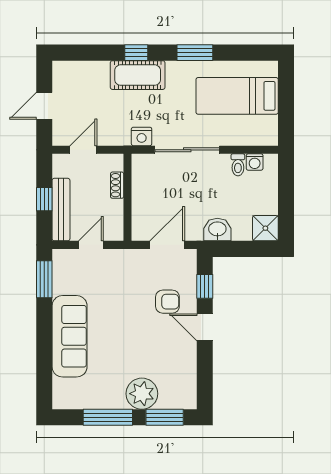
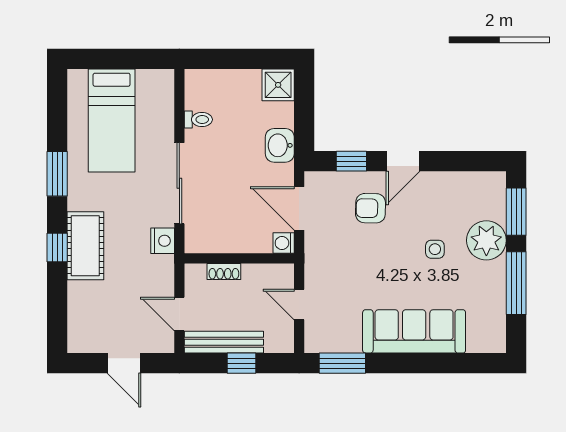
washing machine: (255, 162) -> (284, 243), moved, turned 180
bench: (61, 210) -> (224, 342), moved
armchair: (167, 302) -> (370, 208), turned -89
side table: (135, 353) -> (435, 249), added

